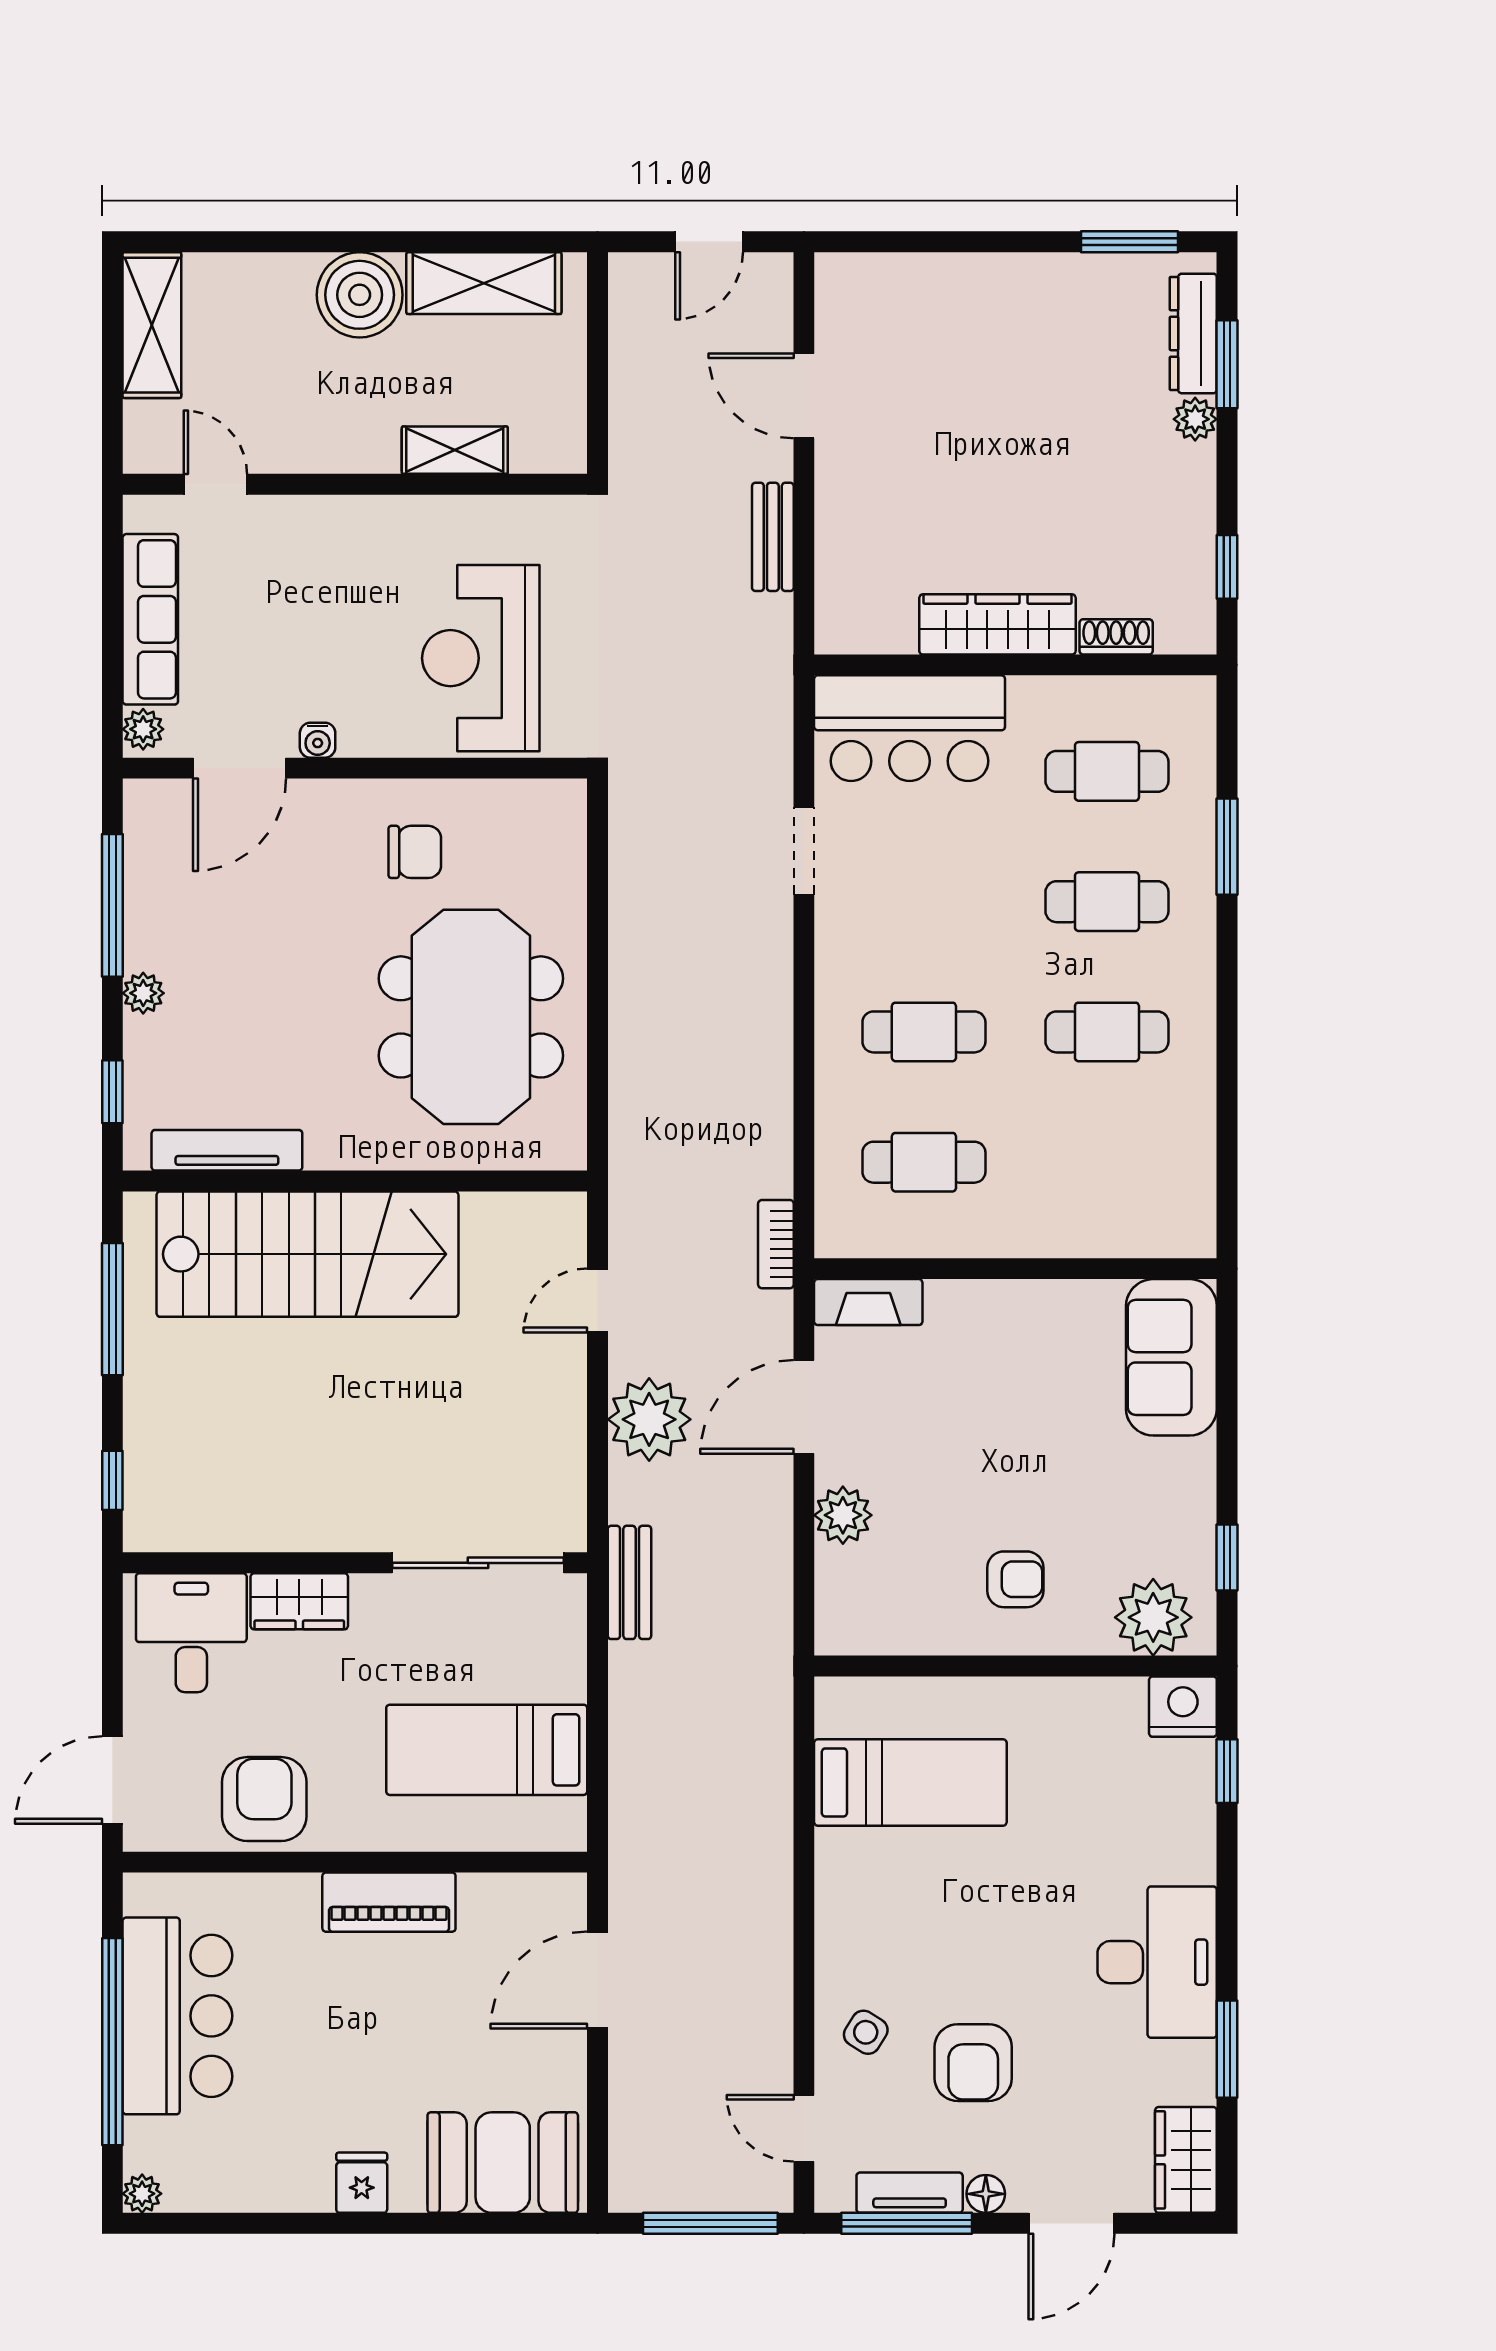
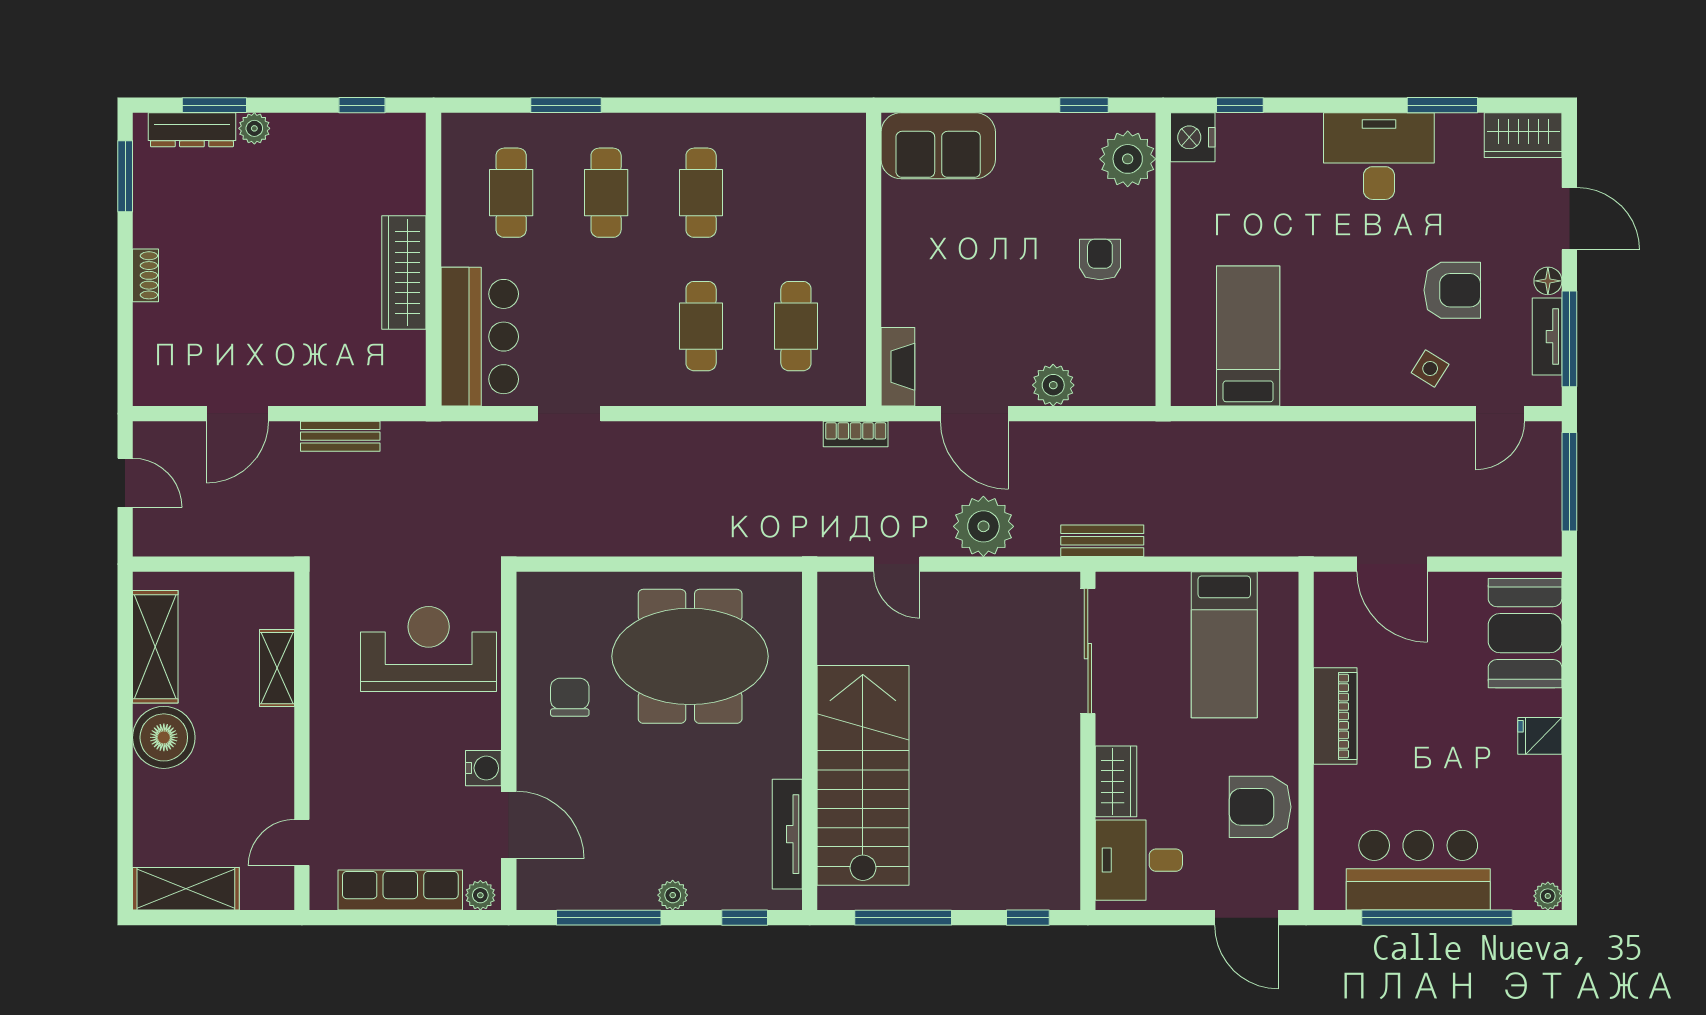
shoe rack: (1116, 637) -> (146, 275), moved, turned 180
reception desk: (481, 658) -> (429, 649), turned 180
water cooler: (318, 740) -> (483, 768), width x1.38, depth x1.38

